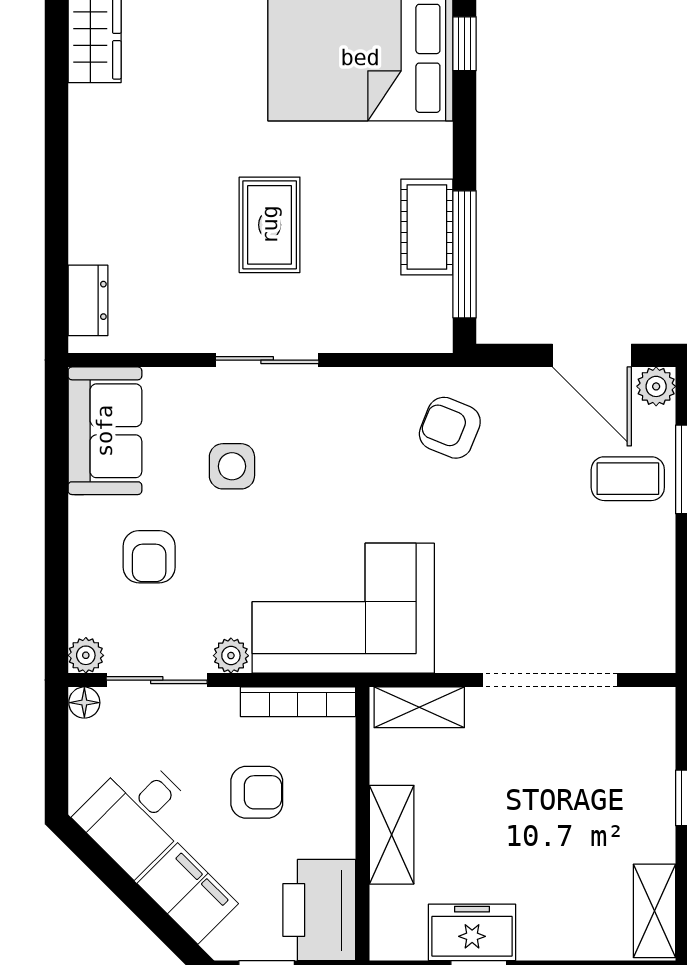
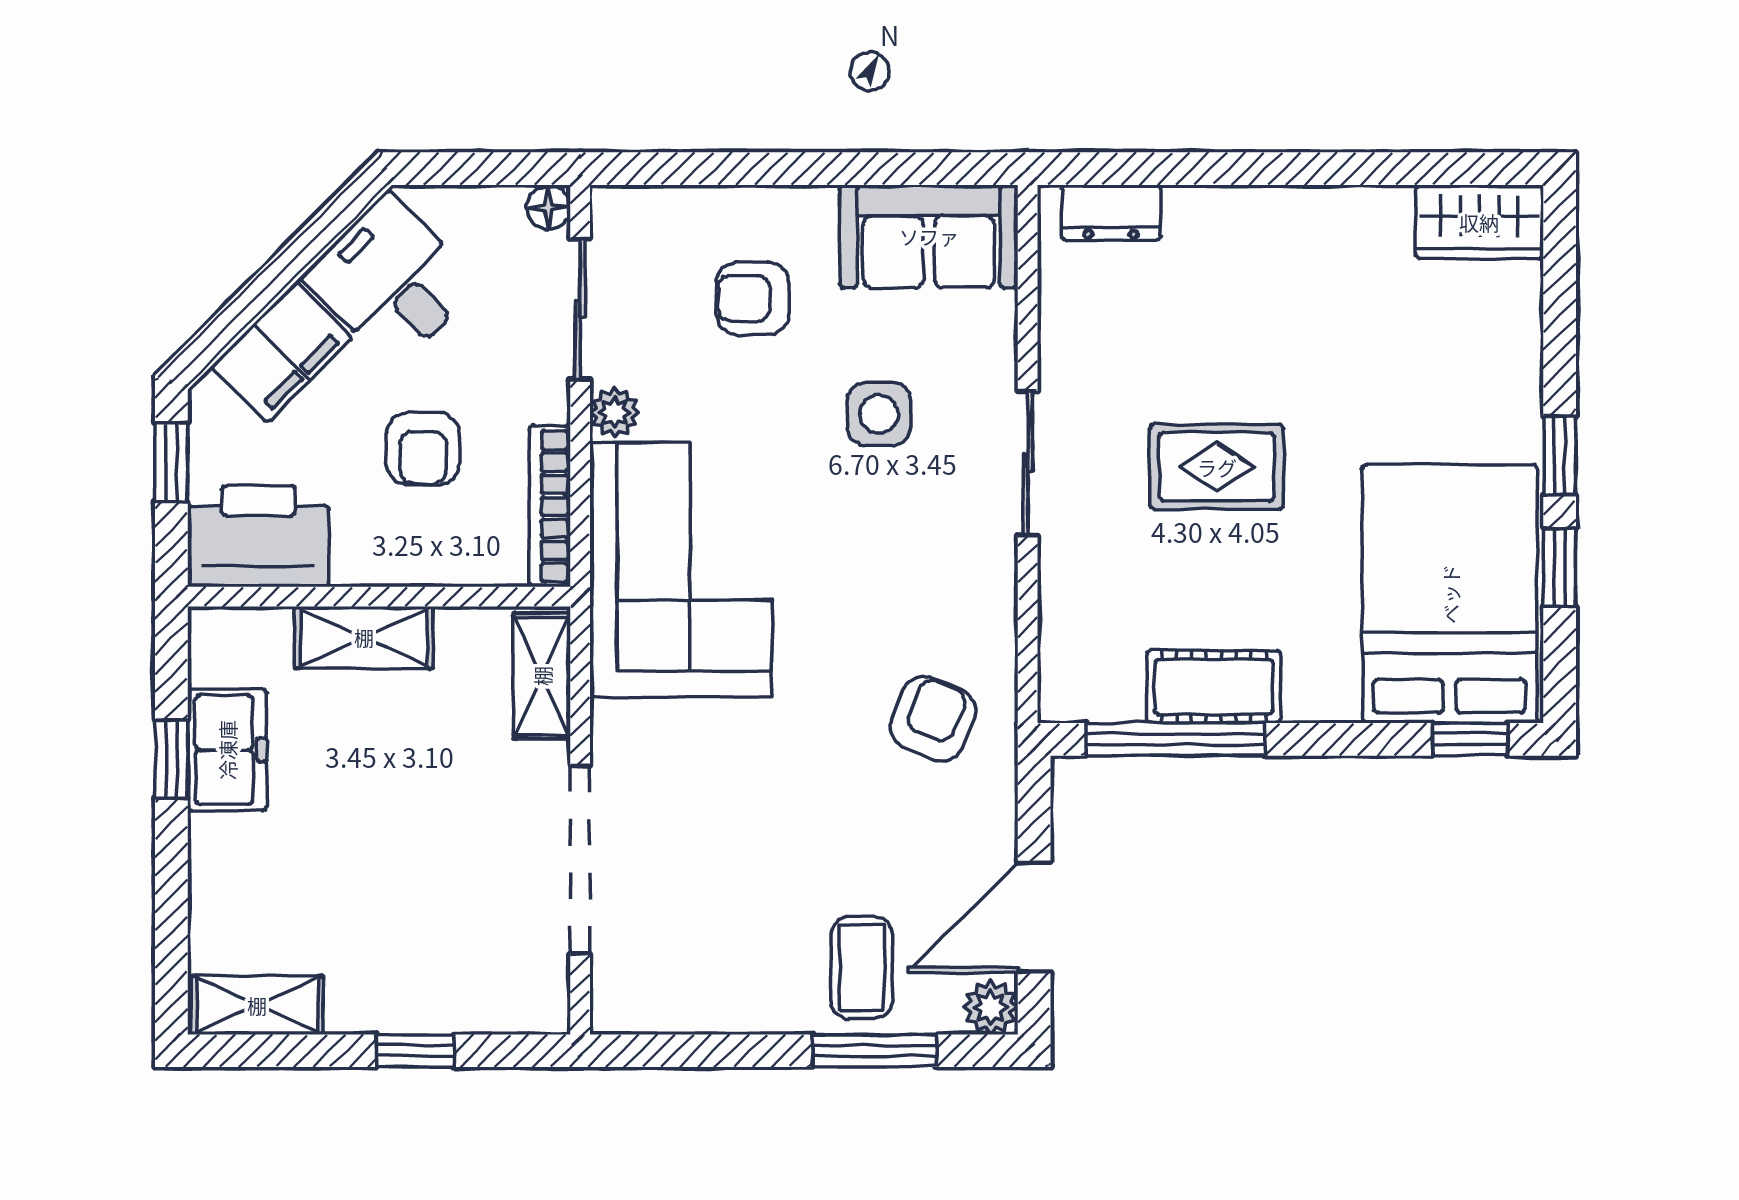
plant: (86, 655) -> (615, 210), removed

